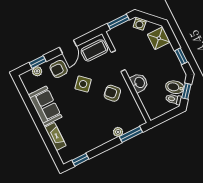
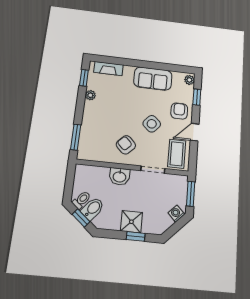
shower: (159, 38) -> (131, 222), moved
door: (68, 47) -> (195, 132), hinge flipped
window: (181, 56) -> (136, 236), moved
plant: (37, 71) -> (189, 80), moved
armchair: (112, 93) -> (126, 145), turned -91
plant: (118, 132) -> (90, 95), moved
fireplace: (55, 137) -> (108, 69), moved

